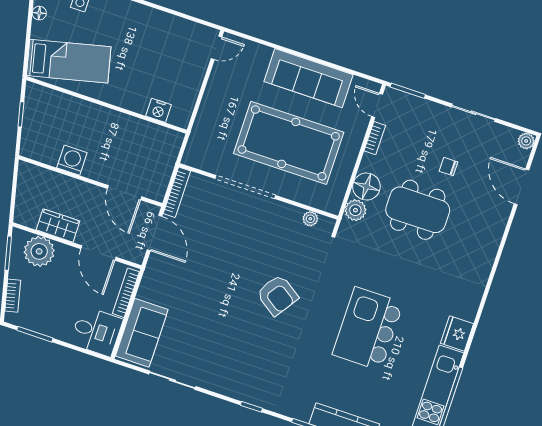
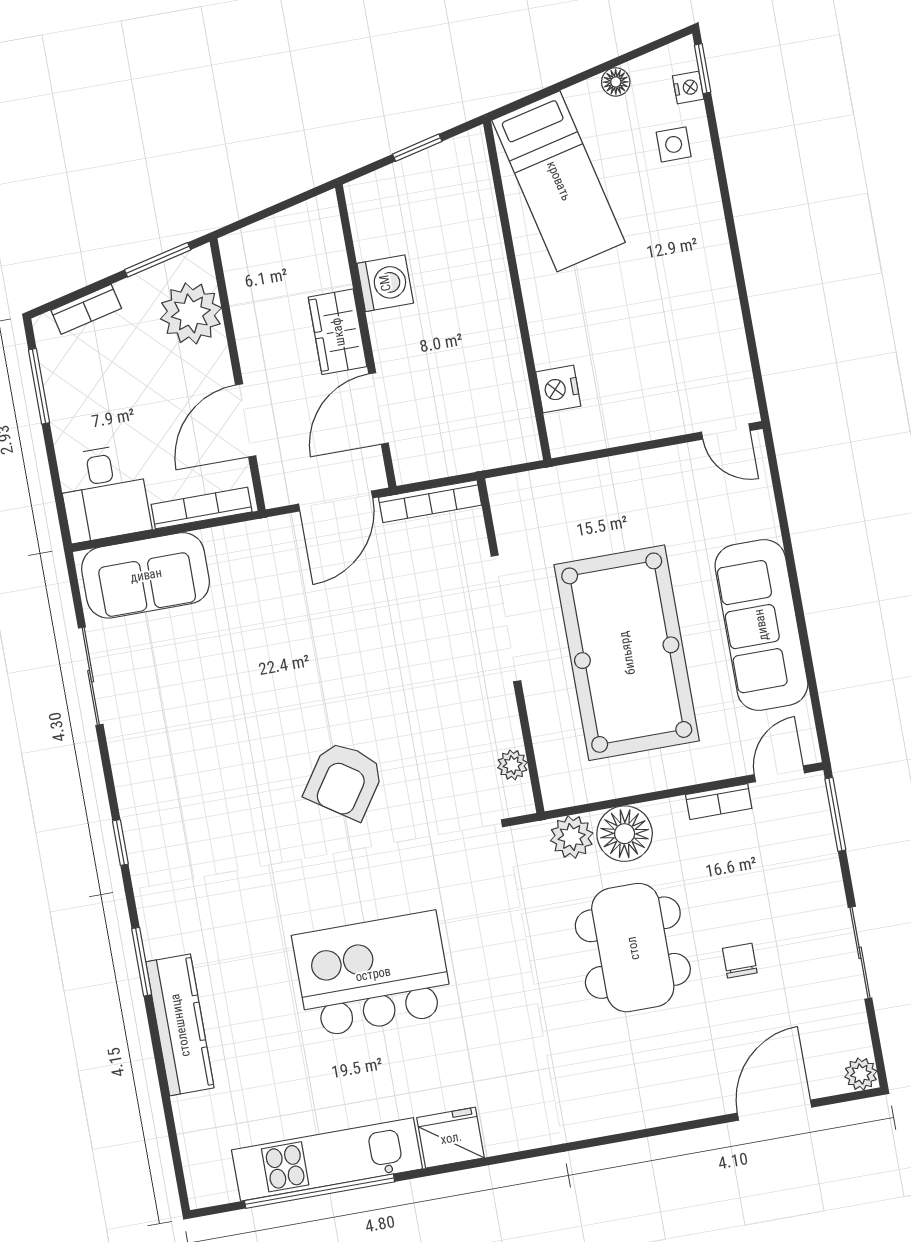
wardrobe: (58, 225) -> (338, 332), moved, turned 180

